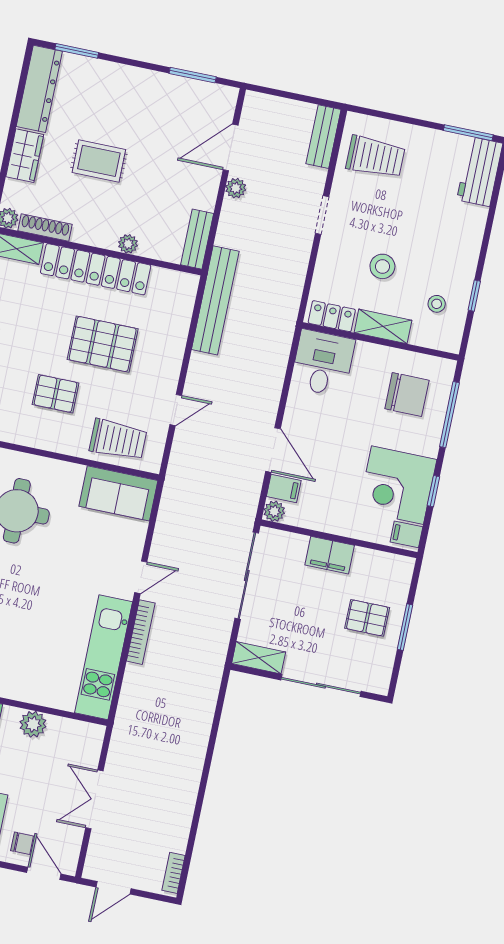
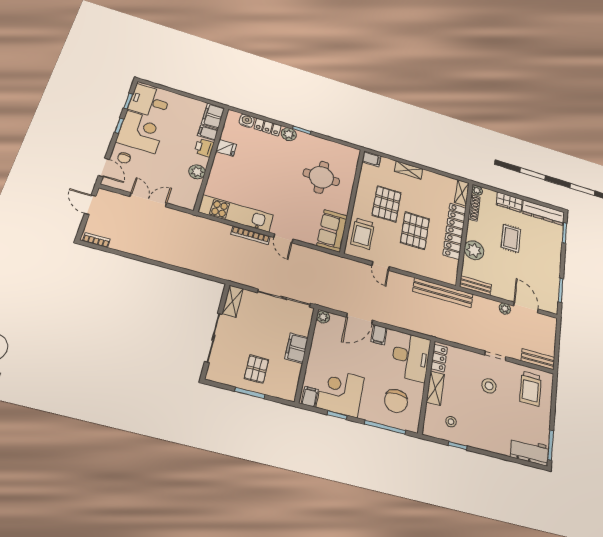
plant: (128, 244) -> (474, 250), width x1.87, depth x1.87
stool: (382, 266) -> (489, 386), moved
desk: (323, 363) -> (411, 357), width x1.37
pallet: (56, 394) -> (387, 204), width x1.50, depth x1.42
filing cabinet: (284, 489) -> (379, 335), moved
door: (44, 873) -> (104, 167), hinge flipped

